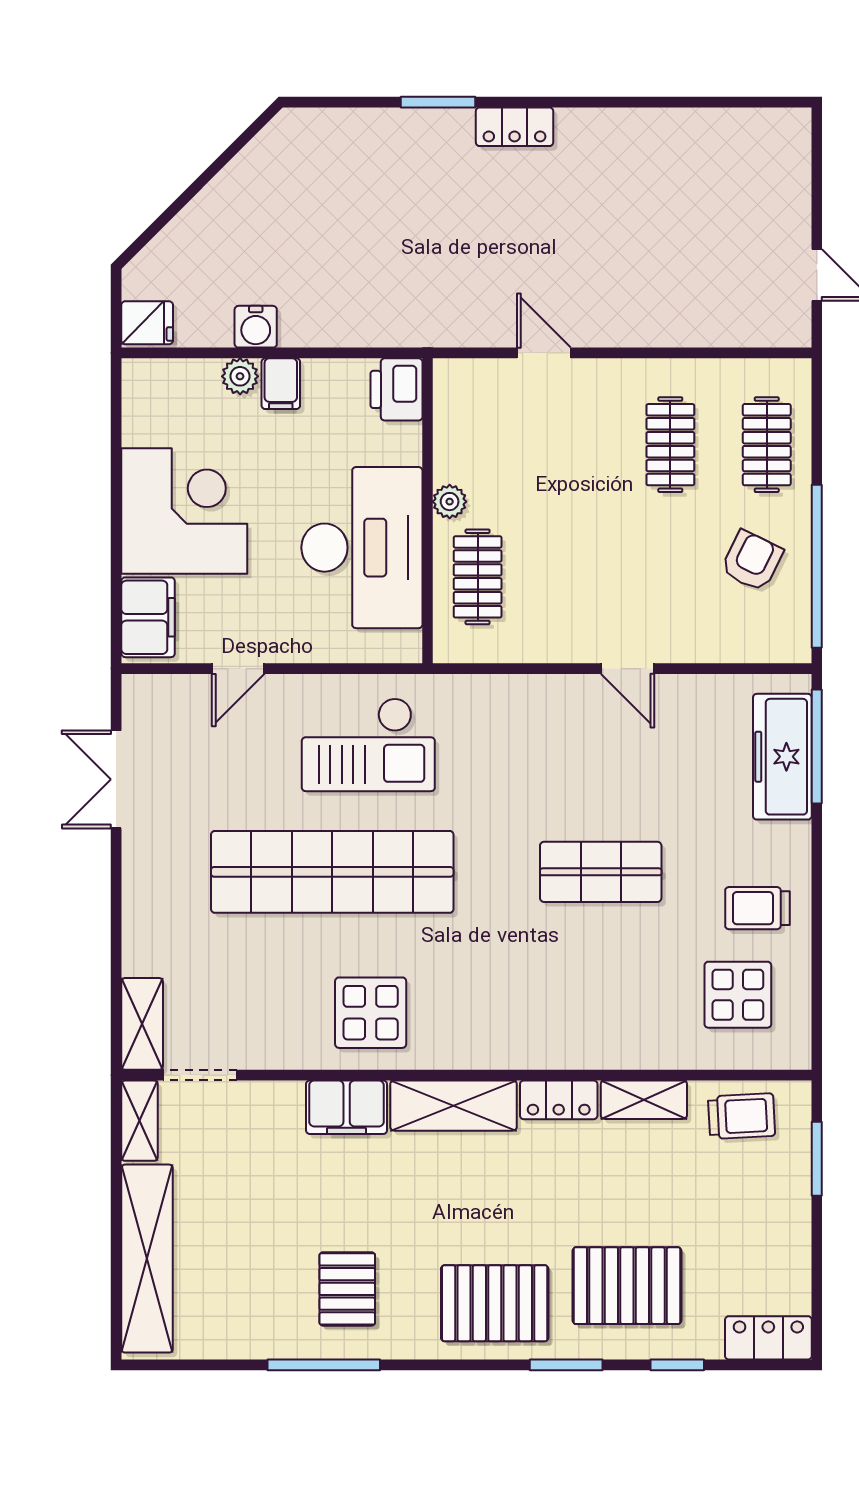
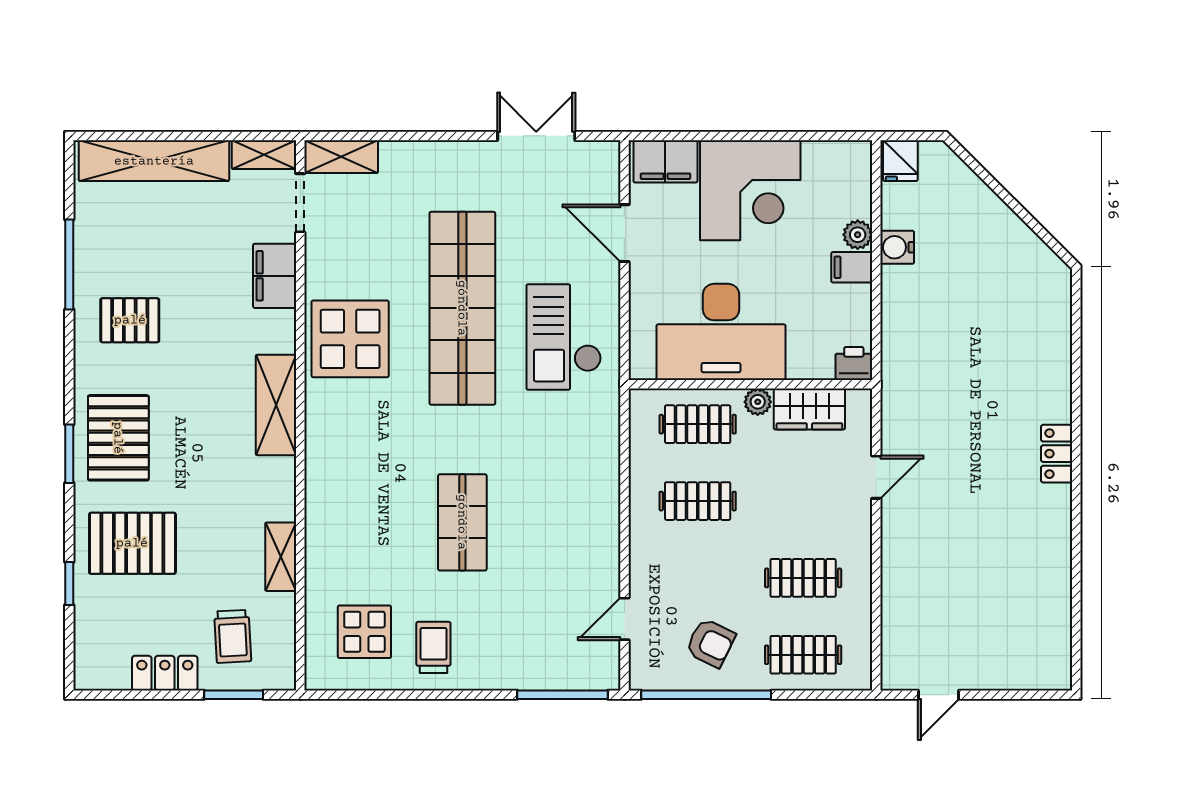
window: (438, 102) -> (1076, 393), removed
printer: (396, 389) -> (854, 363), width x0.73, depth x0.81
wardrobe: (459, 437) -> (809, 409), added
clothes rail: (574, 577) -> (698, 501), added
door: (238, 669) -> (624, 233), width x1.38
door: (628, 669) -> (624, 619), moved
freezer: (782, 757) -> (554, 667), removed
display table: (371, 1013) -> (350, 339), width x1.36, depth x1.36
locker: (559, 1100) -> (281, 489), removed
filing cabinet: (347, 1107) -> (275, 276), moved
trolley: (742, 1116) -> (233, 636), moved
pallet: (627, 1286) -> (132, 543), turned 90
locker: (768, 1338) -> (165, 673), moved, turned -90
window: (324, 1365) -> (69, 265), moved
window: (566, 1365) -> (69, 454), moved

